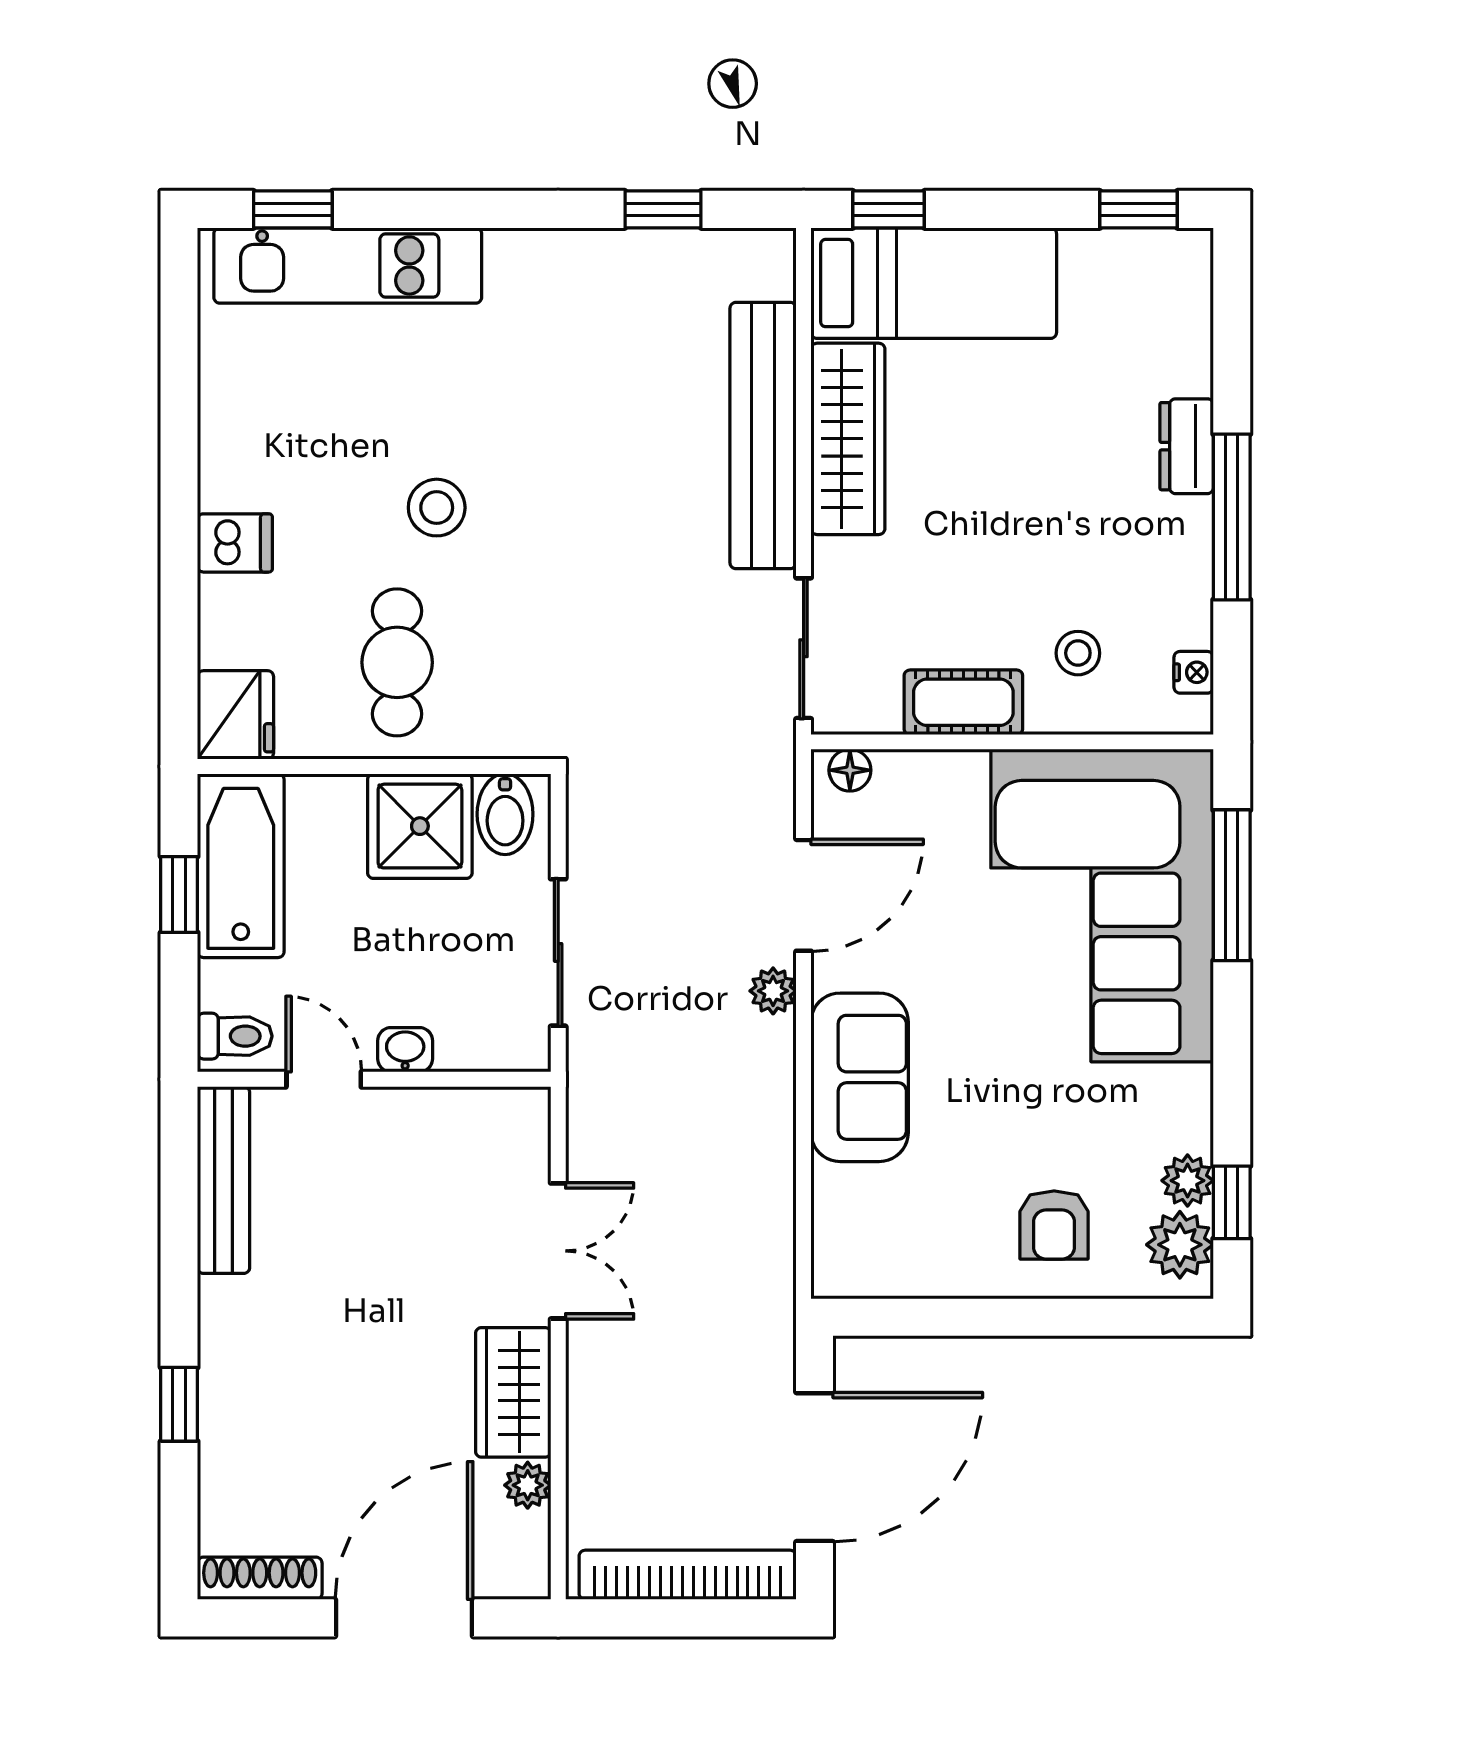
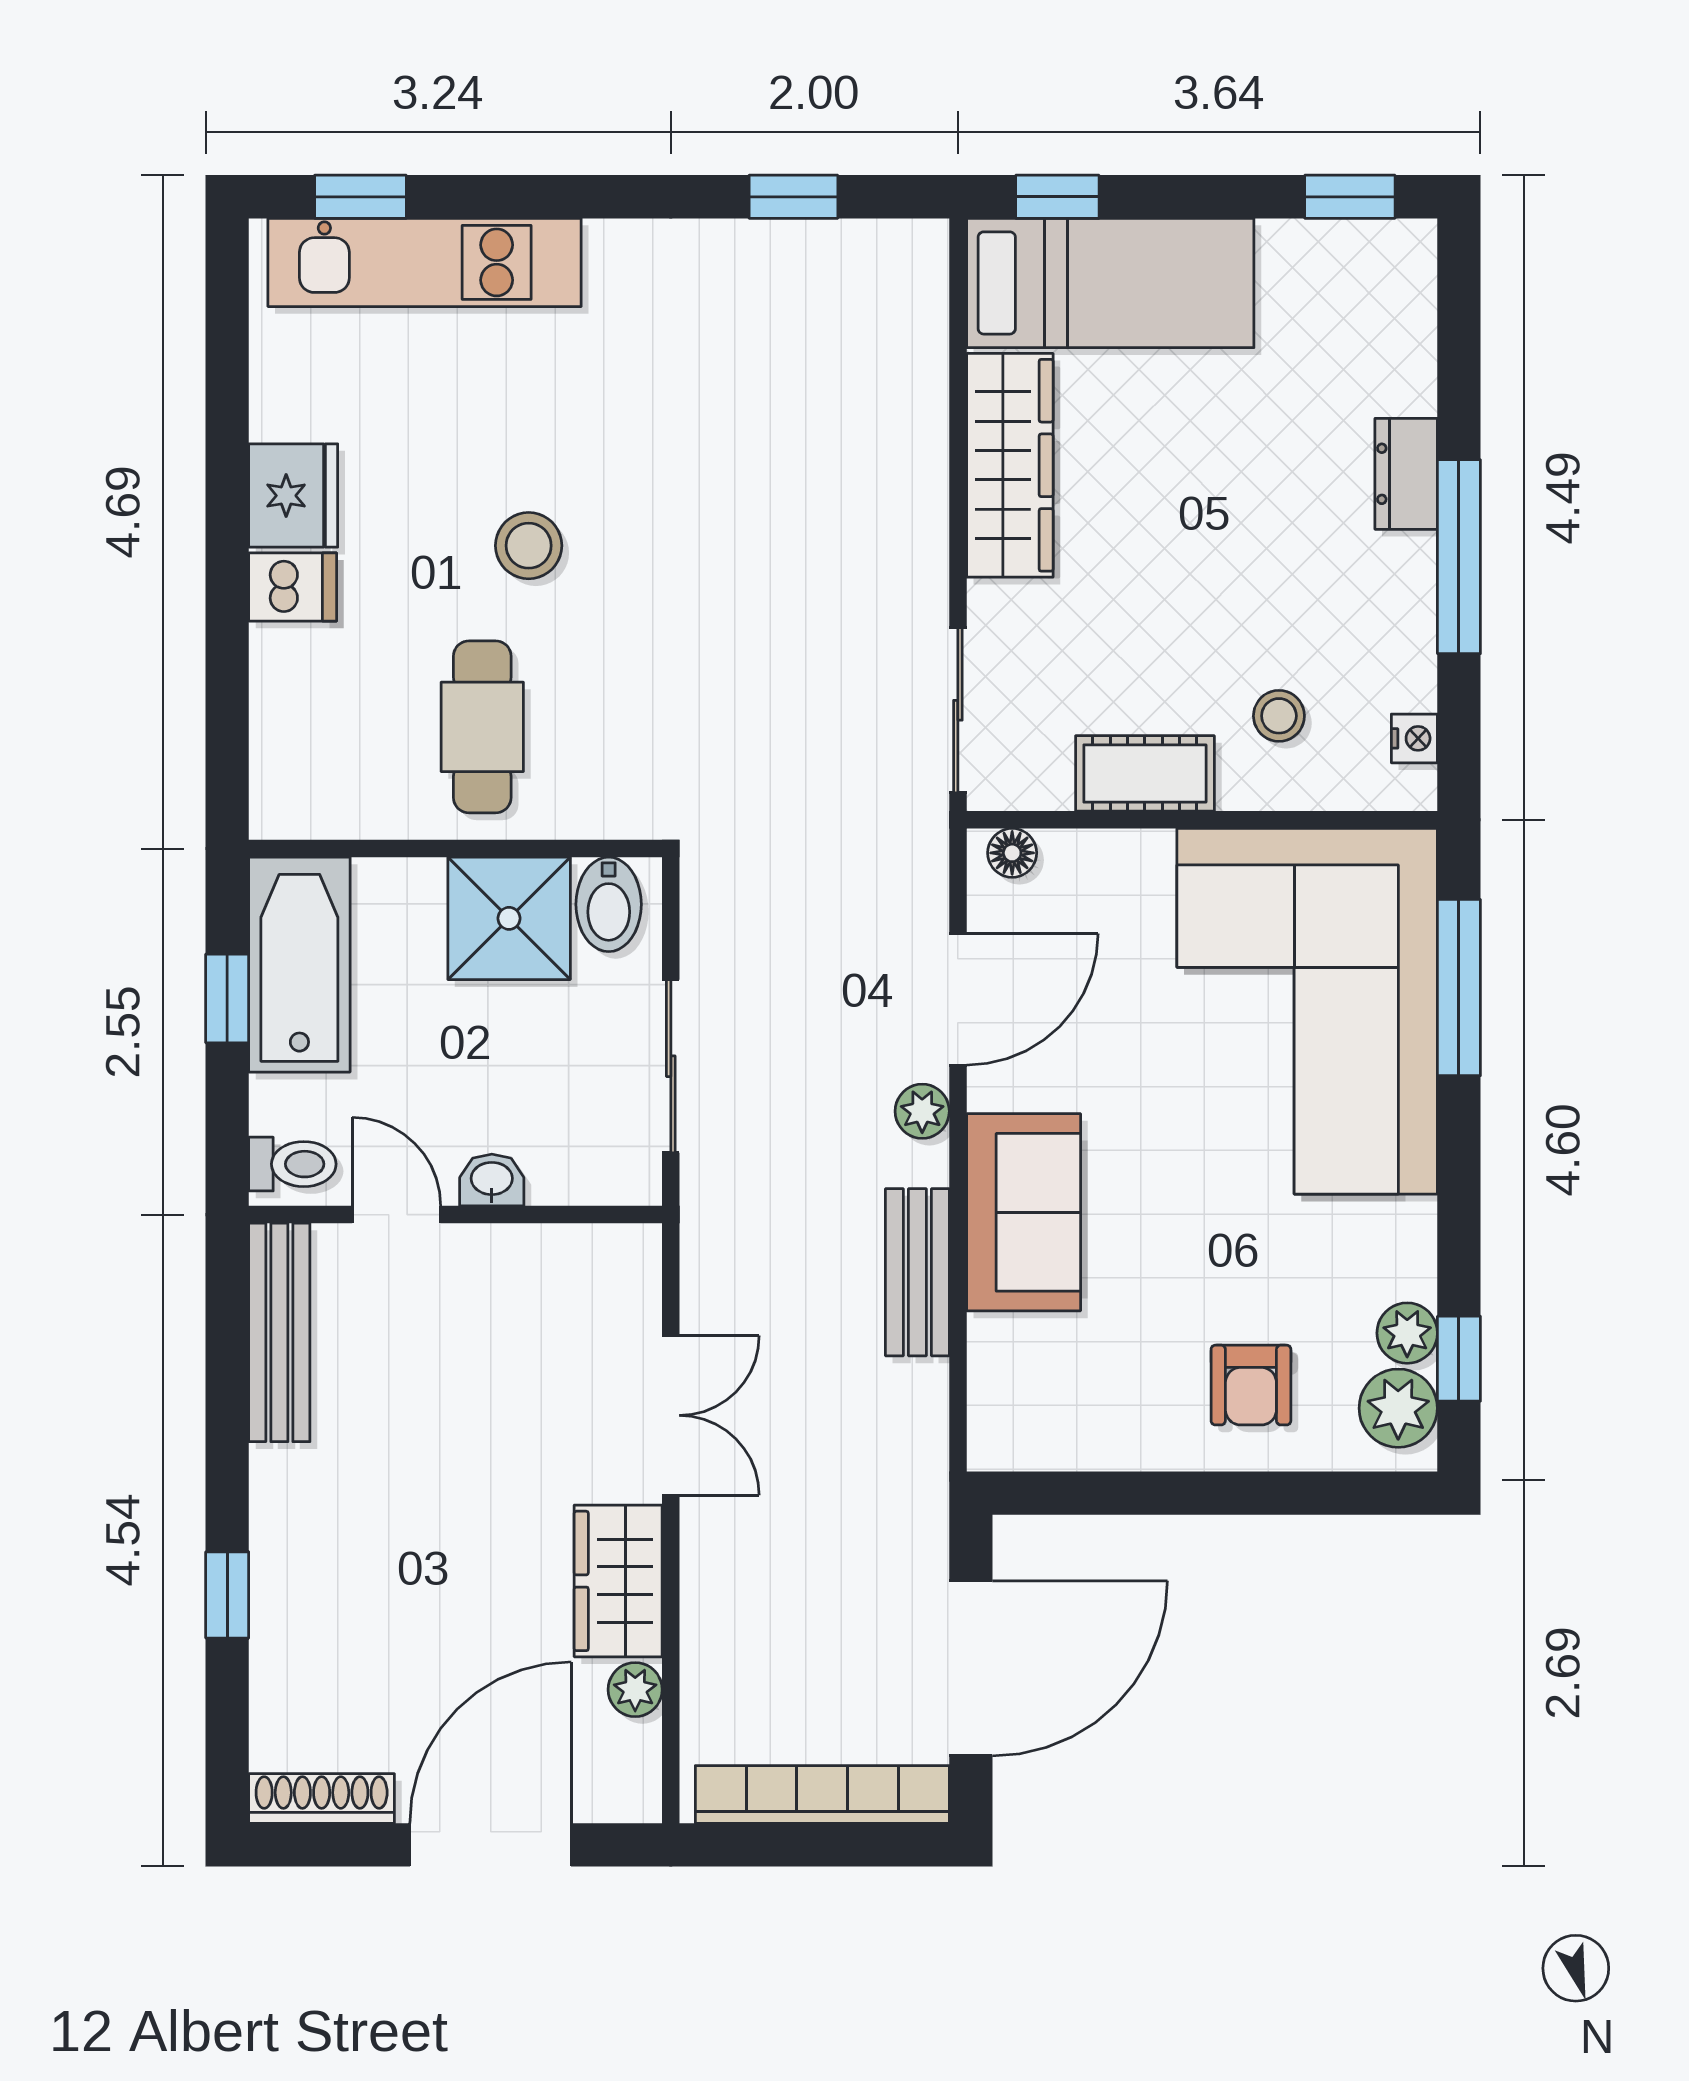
bench: (763, 436) -> (917, 1272), moved, width x0.54, depth x0.82
fridge: (235, 715) -> (293, 496), moved

